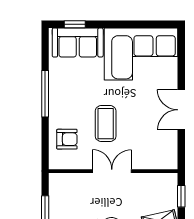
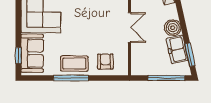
coffee table: (106, 124) -> (74, 64), moved
double door: (112, 171) -> (130, 27), swing flipped

